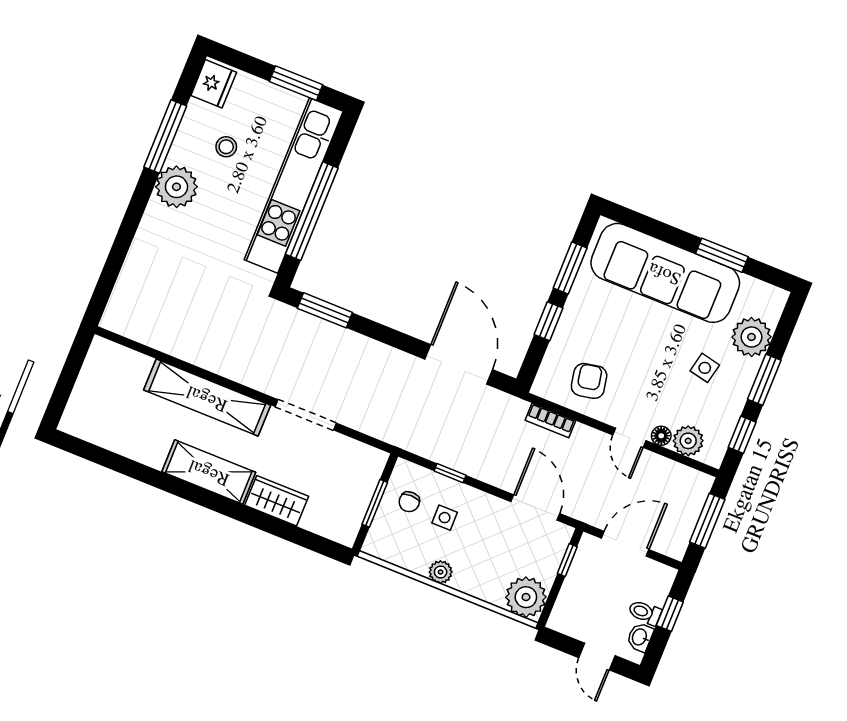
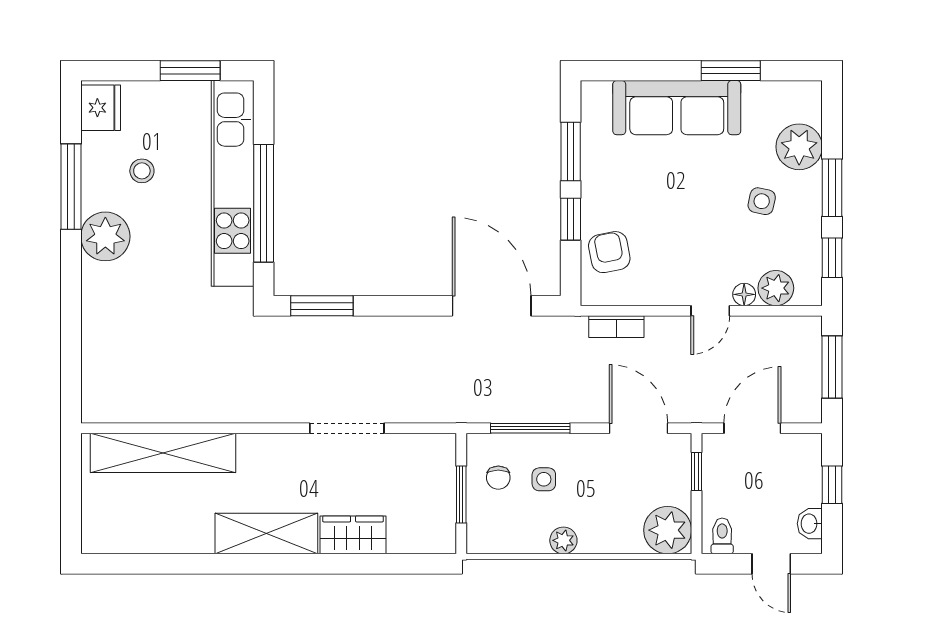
sofa: (665, 273) -> (677, 108), width x0.74, depth x0.79
armchair: (589, 381) -> (609, 252), moved
shelving: (207, 398) -> (163, 453), moved
door: (629, 438) -> (710, 311), hinge flipped
window: (450, 473) -> (530, 428), width x2.17
toilet: (645, 613) -> (722, 536), moved, turned 90

